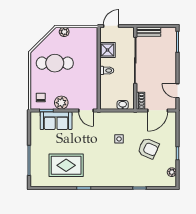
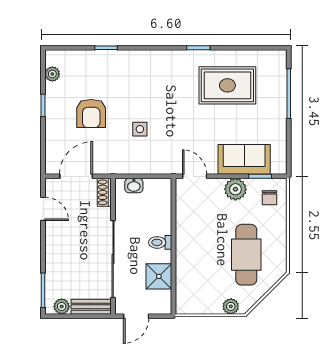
door: (111, 26) -> (136, 316), moved
plant: (166, 32) -> (62, 306), added
cafe table: (55, 63) -> (246, 255), turned 90
armchair: (148, 148) -> (91, 114), turned -114

